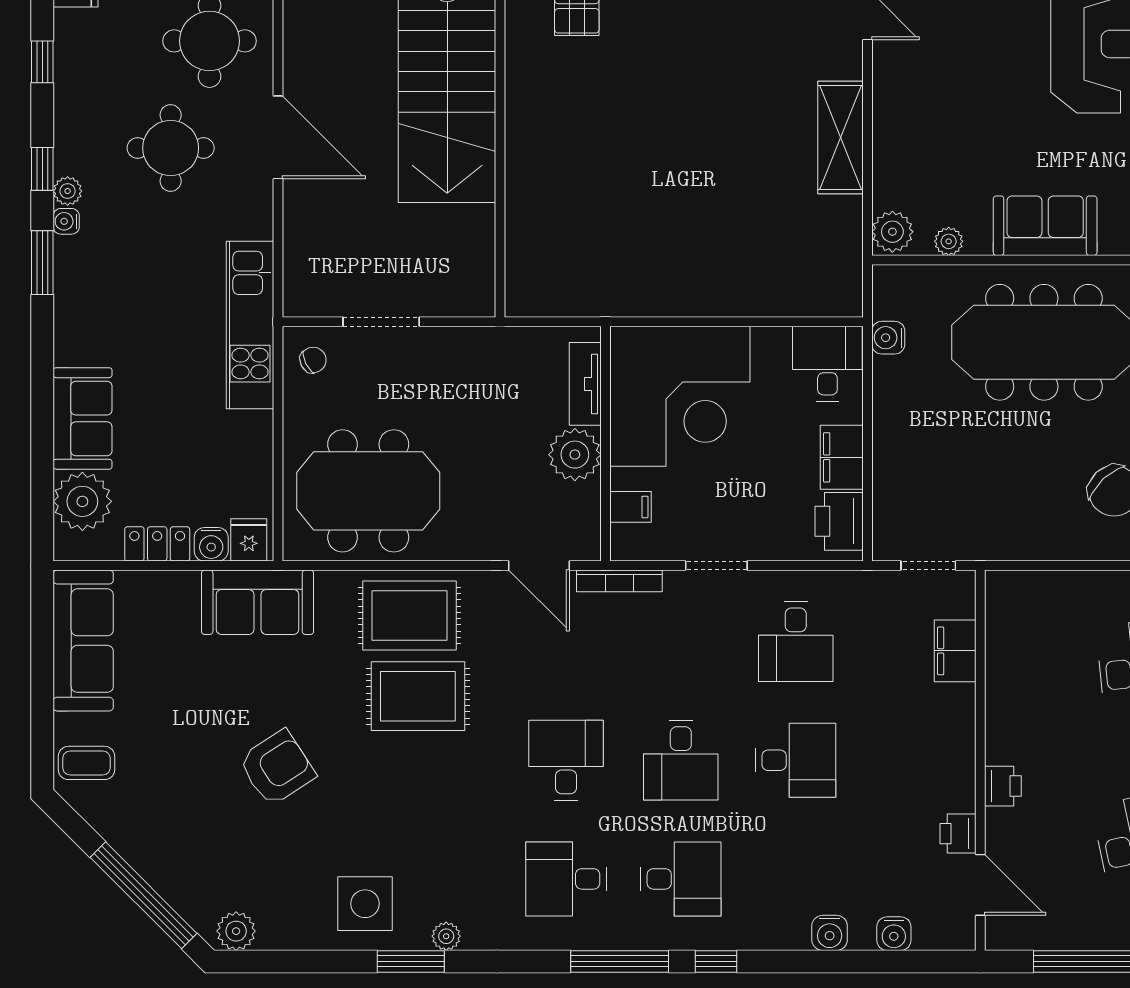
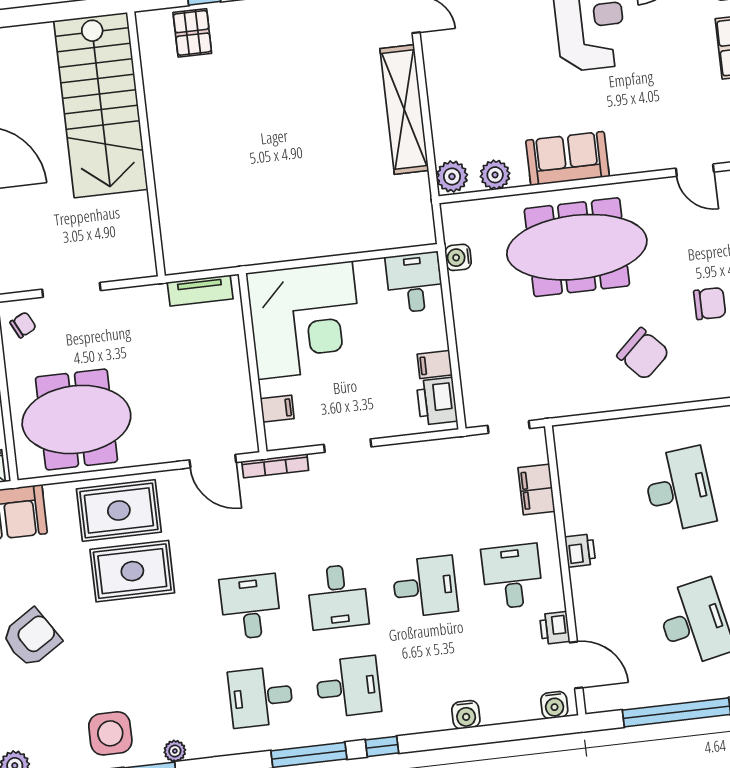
shelving: (840, 138) -> (404, 109), width x1.47
plant: (949, 241) -> (495, 175), width x1.38, depth x1.38
tv unit: (585, 384) -> (200, 291), moved, turned -90
plant: (575, 455) -> (230, 374), removed
filing cabinet: (842, 457) -> (435, 365), width x0.50
desk: (796, 642) -> (512, 576), moved, turned 180
printer: (1003, 786) -> (580, 550), moved
water cooler: (894, 934) -> (554, 705), moved

